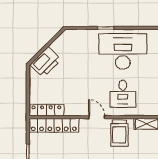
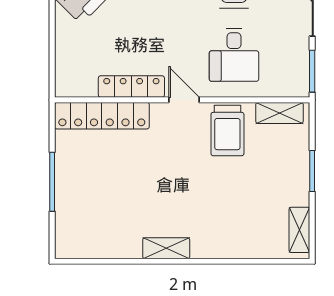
locker: (46, 110) -> (131, 87), moved

